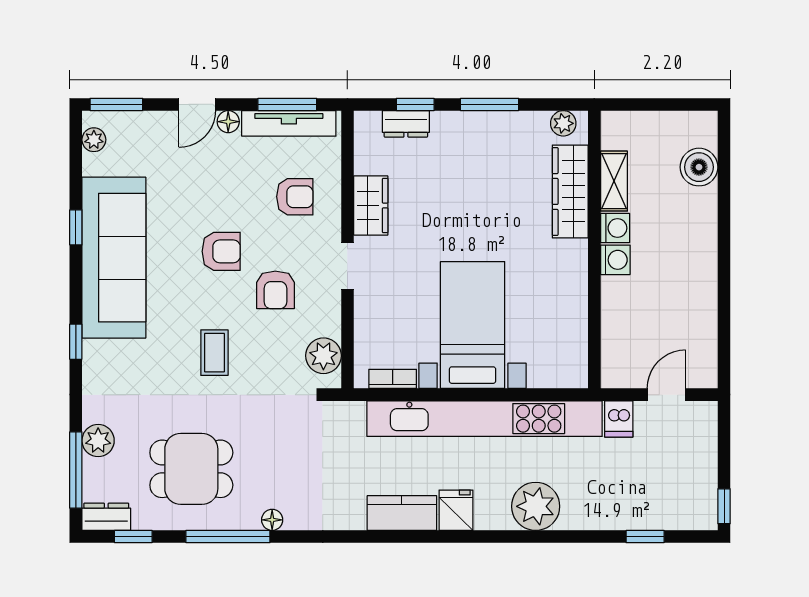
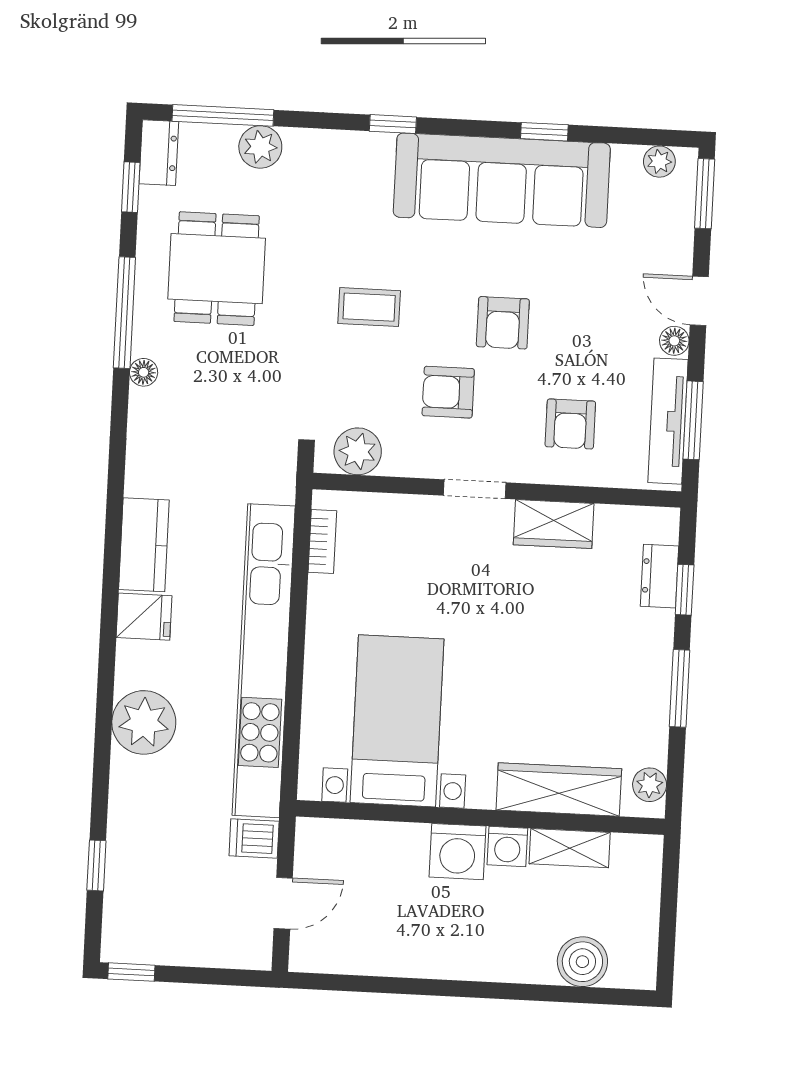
washing machine: (615, 260) -> (457, 852), width x1.38, depth x1.38
bed with nightstands: (473, 325) -> (397, 721), moved, turned -90
door: (666, 395) -> (283, 903), hinge flipped

